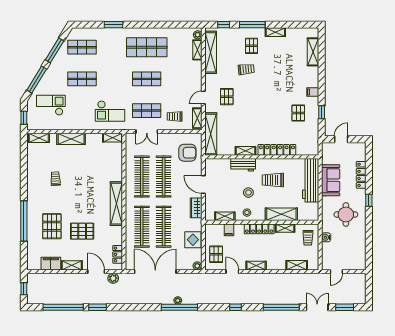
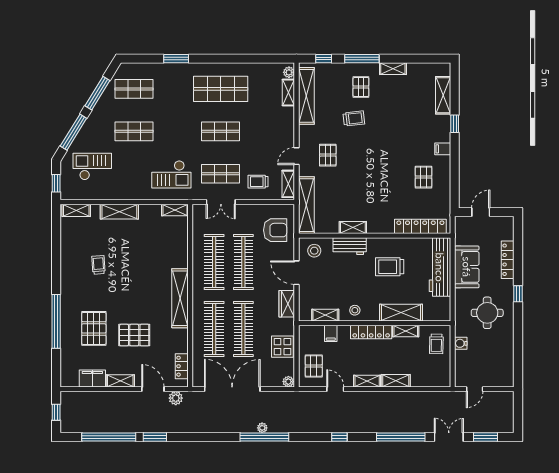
window: (322, 112) -> (455, 124), moved
locker: (277, 150) -> (420, 226), moved
stool: (248, 193) -> (314, 251), moved
shelving: (297, 265) -> (396, 381), moved

